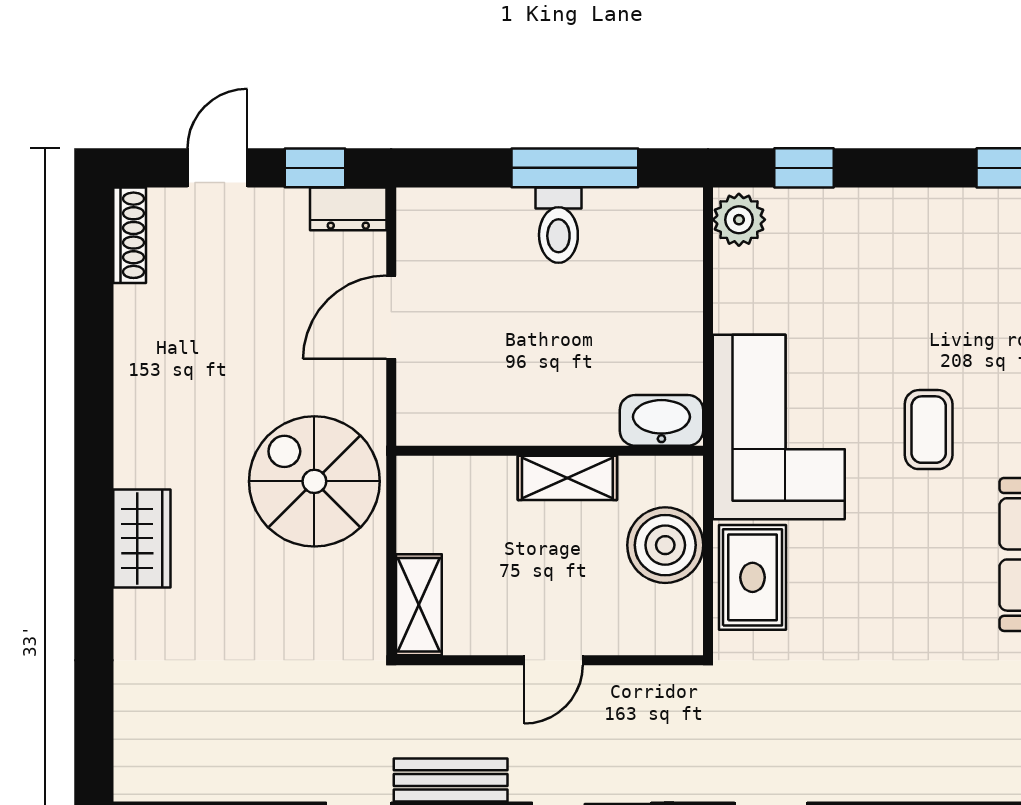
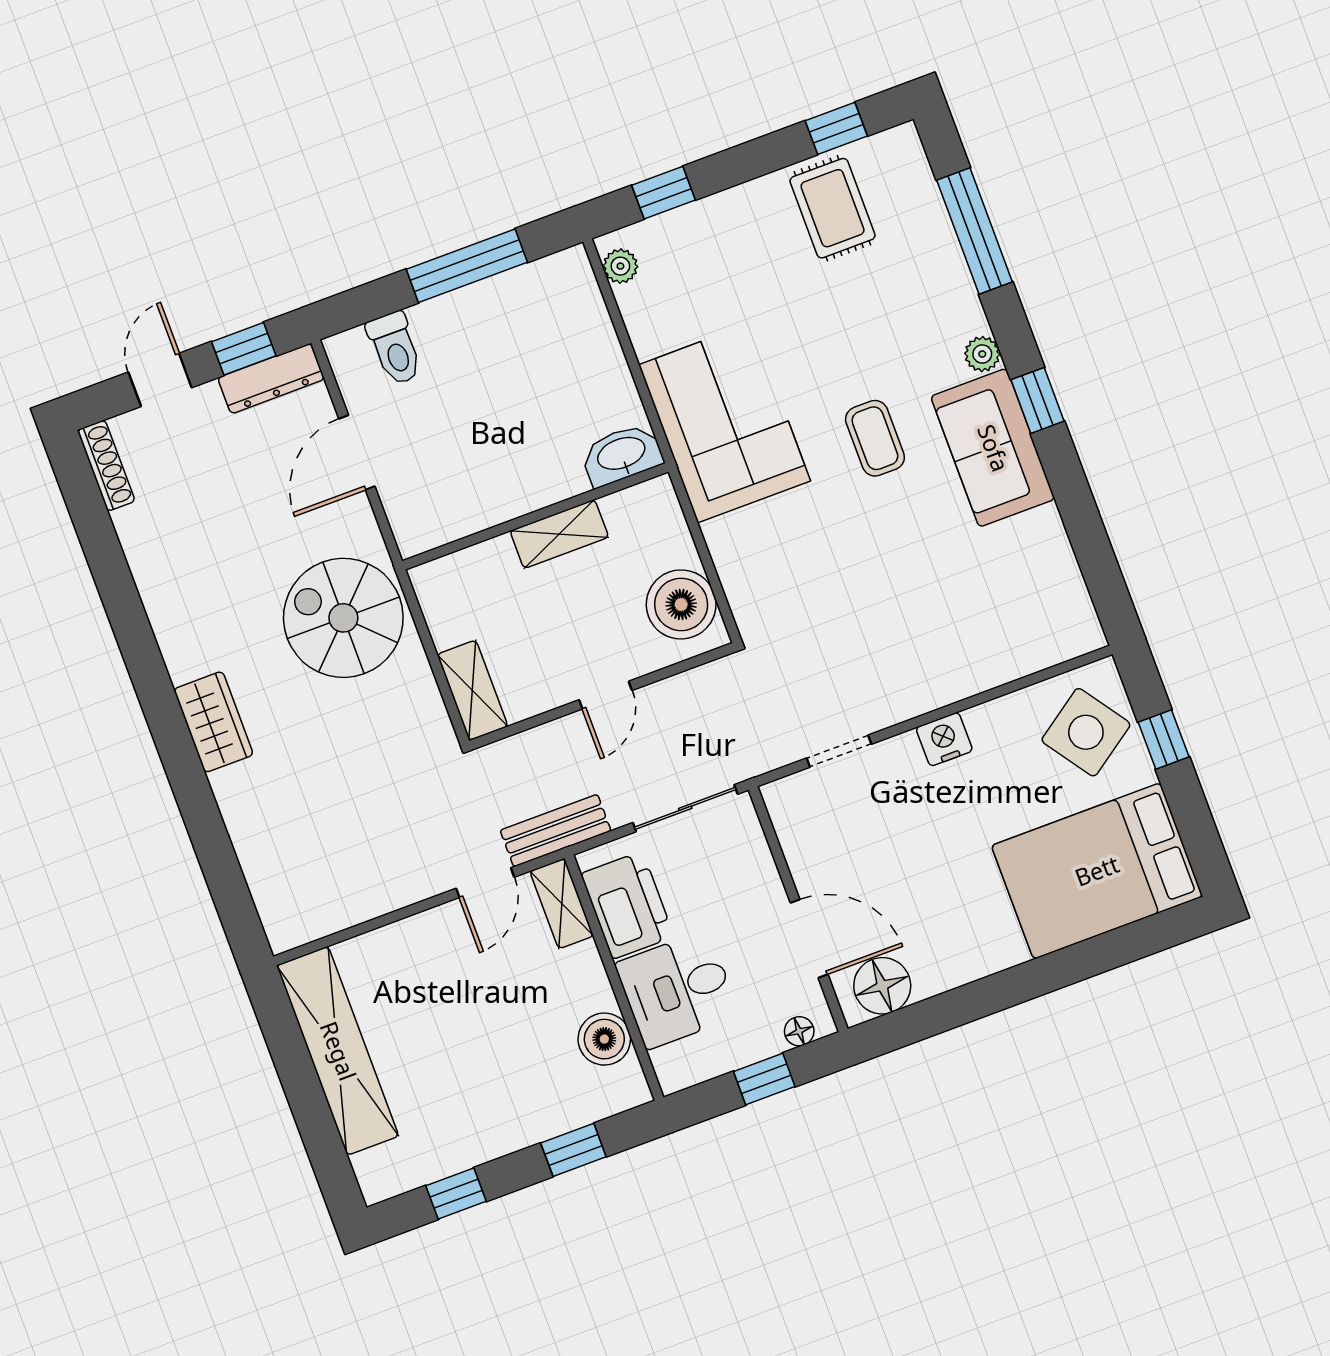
dresser: (348, 209) -> (271, 378), width x1.44
plant: (739, 220) -> (620, 266), width x0.73, depth x0.73
toilet: (558, 225) -> (395, 348), moved
coffee table: (929, 430) -> (875, 438), moved
boiler: (665, 545) -> (681, 604), moved
rug: (753, 577) -> (833, 208), moved

